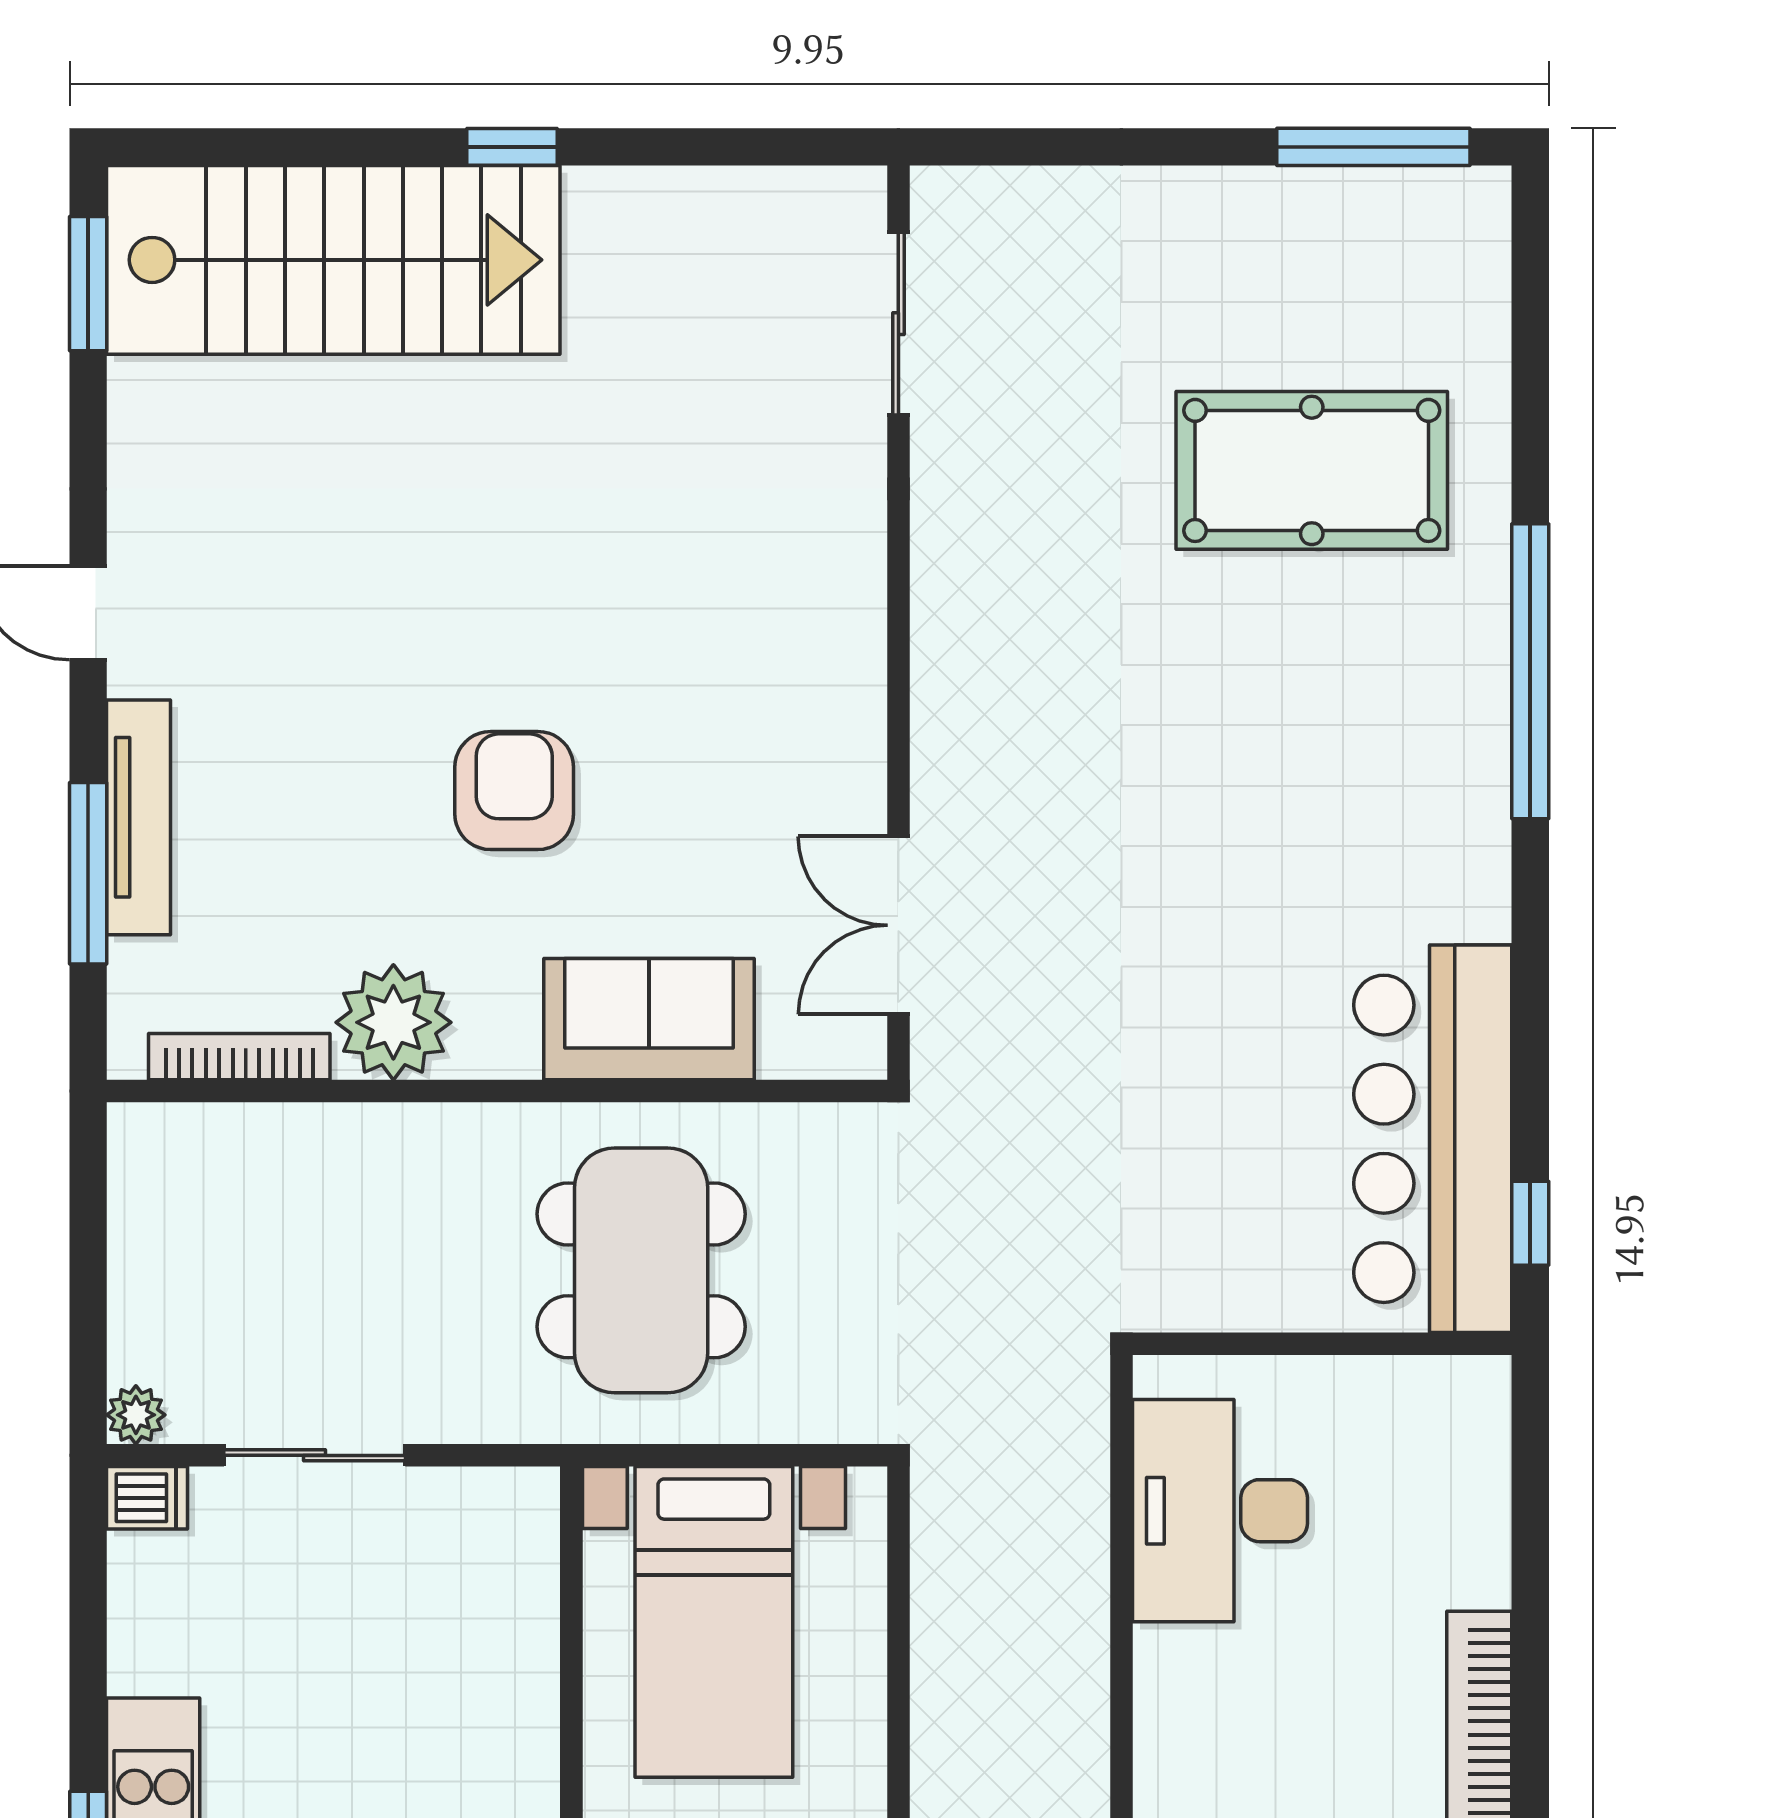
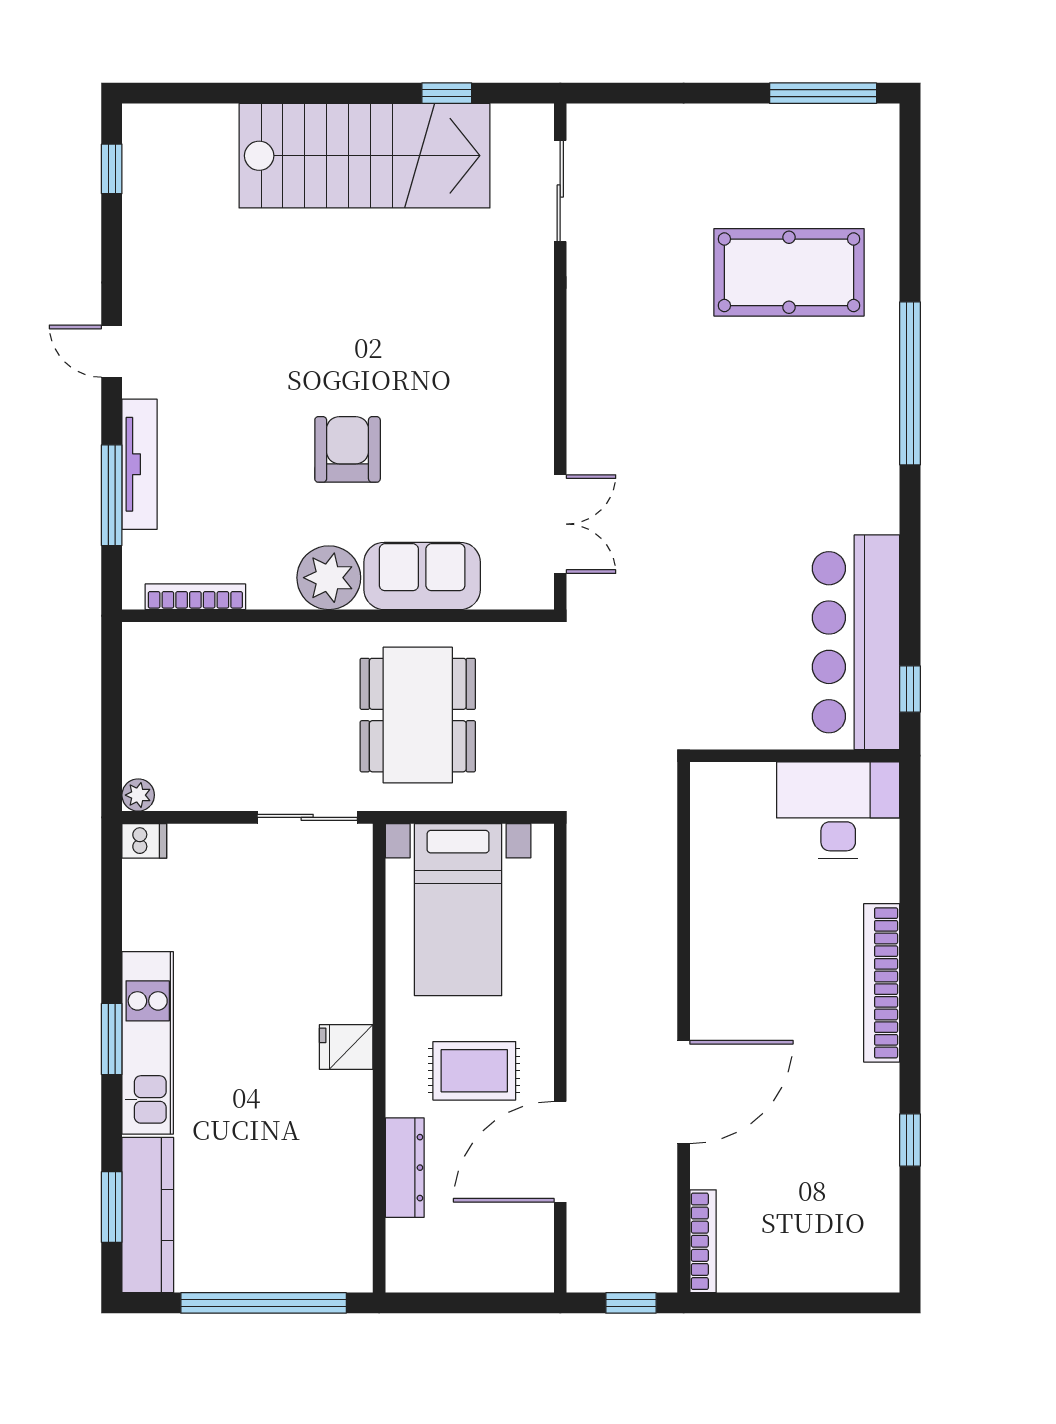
window: (512, 147) -> (447, 93), moved
stairs: (333, 260) -> (364, 156), moved
window: (88, 284) -> (112, 169), width x0.67
double door: (898, 925) -> (560, 524), swing flipped
plant: (393, 1022) -> (329, 578), moved
sliding door: (315, 1455) -> (307, 817), moved
desk: (1220, 1511) -> (838, 810), moved, turned 90

